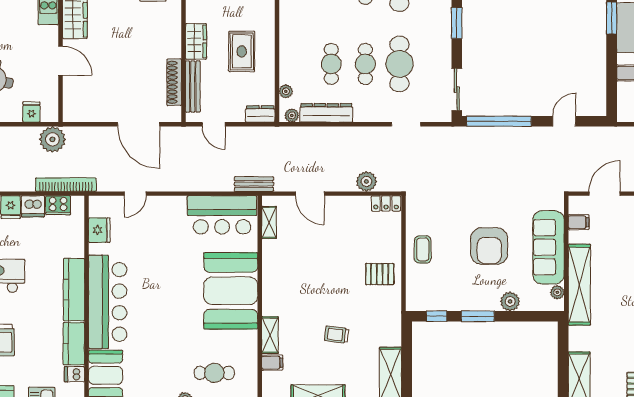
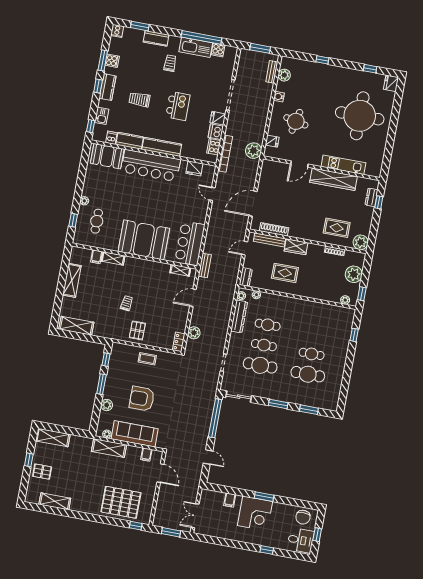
shelving: (579, 285) -> (109, 448), width x0.68
trolley: (337, 335) -> (127, 303), moved

